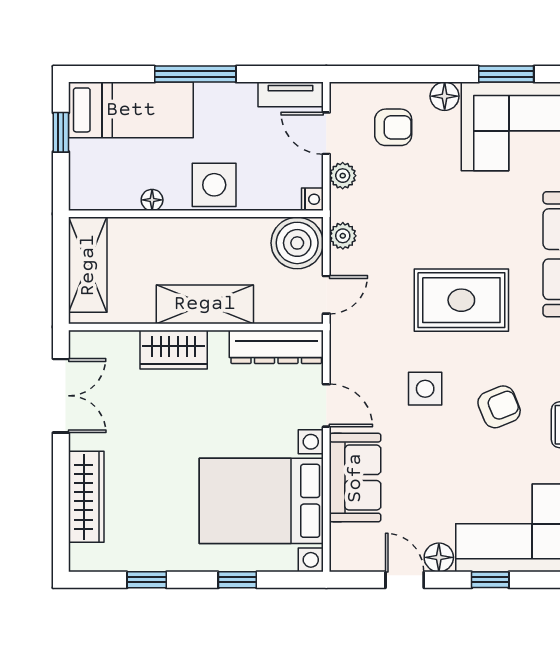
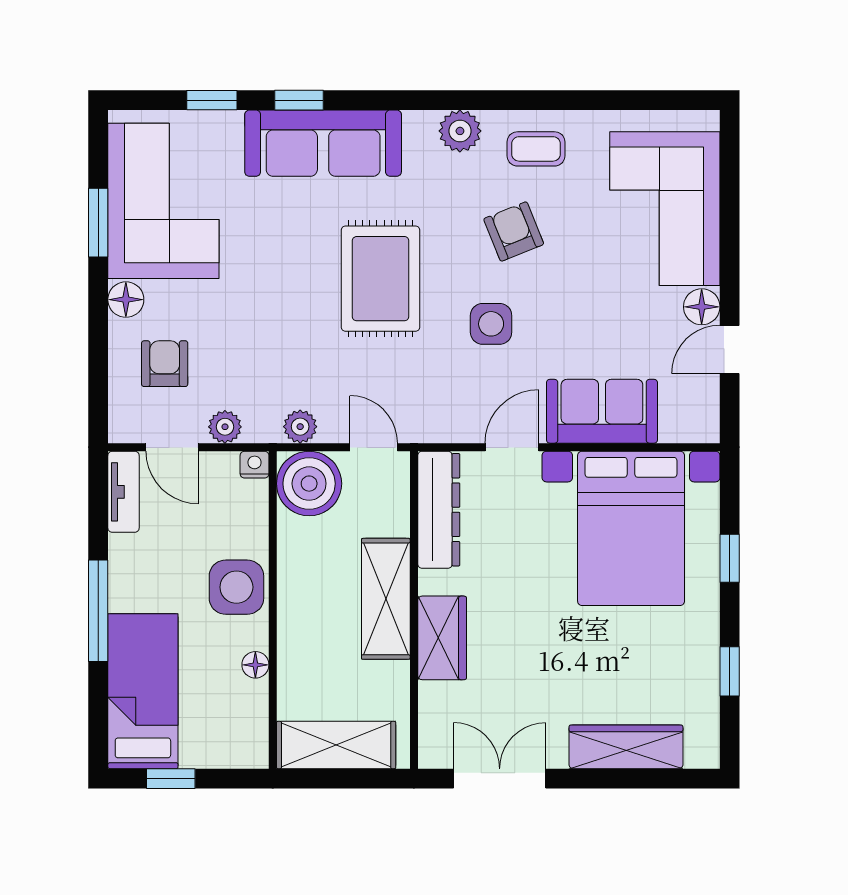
door: (326, 133) -> (172, 447), hinge flipped
window: (490, 580) -> (730, 243), removed

